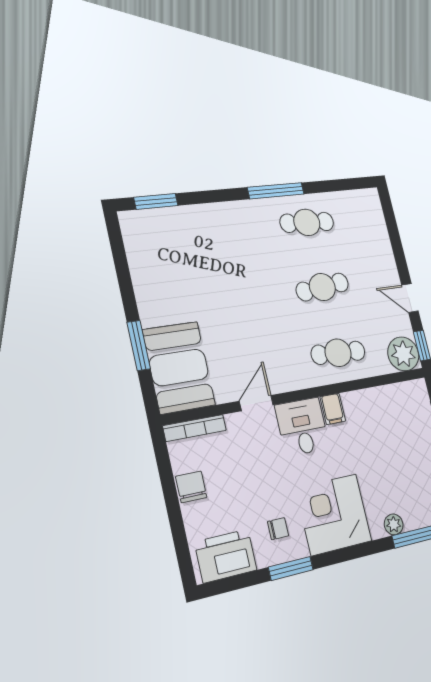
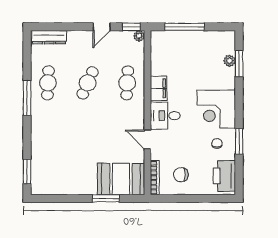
dresser: (375, 217) -> (49, 37), added
cafe table: (322, 287) -> (88, 83), turned 30
plant: (403, 354) -> (139, 36), width x0.53, depth x0.53
filing cabinet: (333, 409) -> (159, 88), width x2.00
chair: (191, 487) -> (181, 175), moved
plant: (394, 524) -> (230, 61), moved

